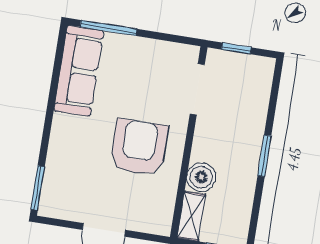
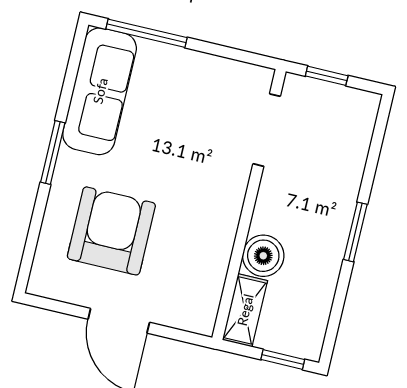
armchair: (139, 147) -> (111, 231), moved
window: (38, 188) -> (53, 152), moved

